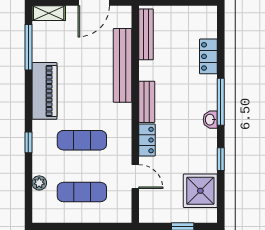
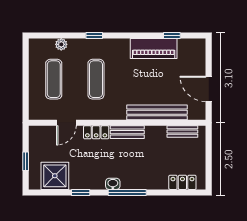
shelving: (49, 13) -> (200, 52), removed
bench: (146, 34) -> (182, 131), width x0.73
window: (28, 47) -> (172, 36), width x0.46
locker: (208, 56) -> (182, 182), moved
piano: (44, 91) -> (154, 49), moved

